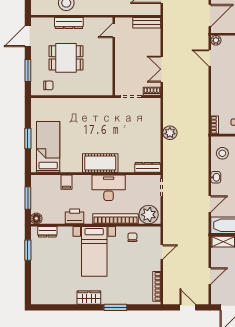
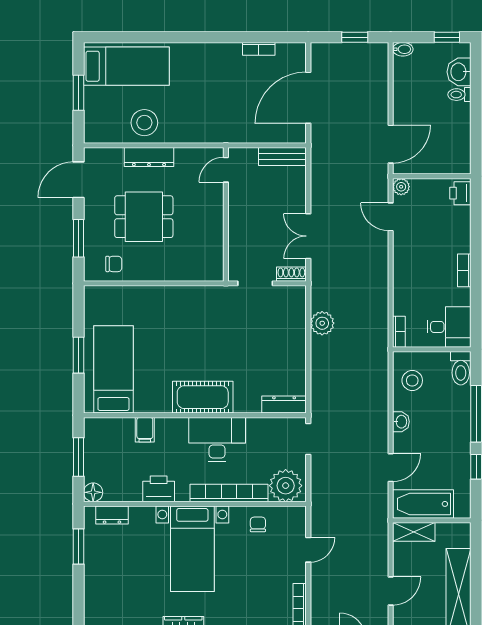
plant: (170, 133) -> (322, 323), moved

